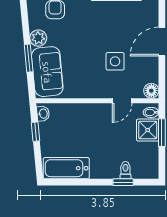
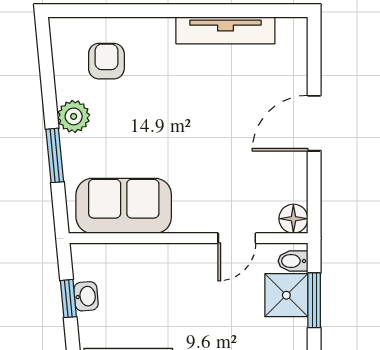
side table: (115, 61) -> (223, 162), removed
sofa: (47, 72) -> (124, 206), moved, turned -85
washbasin: (43, 114) -> (86, 296), moved

